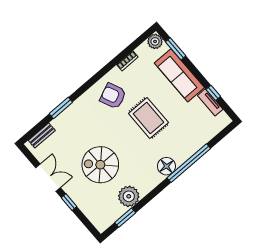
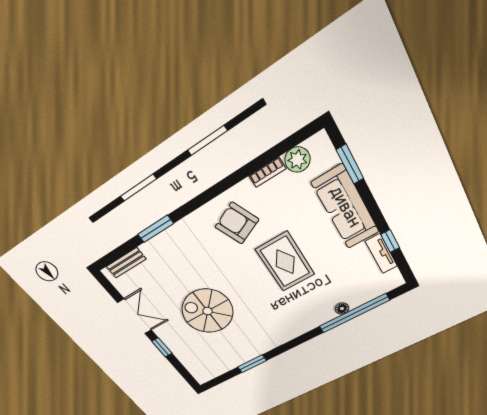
plant: (155, 41) -> (297, 160), moved
window: (189, 163) -> (354, 313), moved
floor lamp: (166, 166) -> (342, 309), moved, width x0.53, depth x0.53
plant: (129, 196) -> (241, 352), removed
window: (125, 218) -> (252, 364), moved

